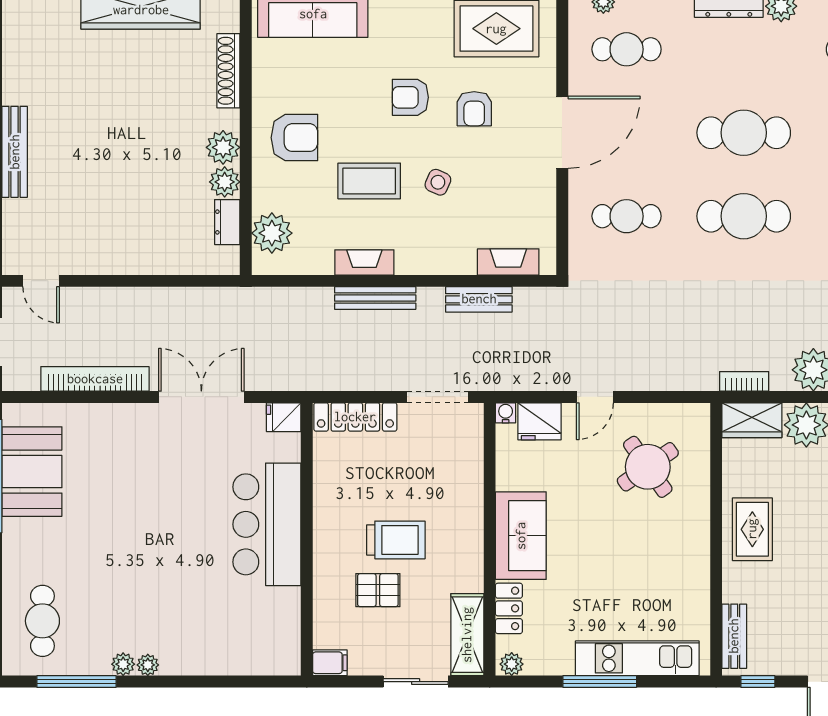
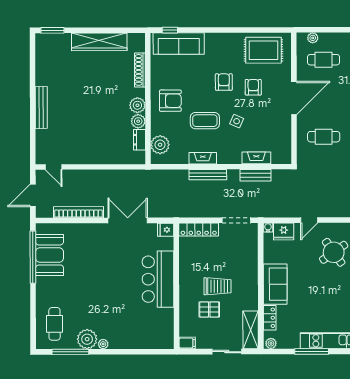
armchair: (410, 97) -> (224, 82), turned 90
armchair: (474, 109) -> (253, 87), turned 180
fireplace: (508, 262) -> (256, 158), moved
plant: (123, 664) -> (87, 339), width x1.88, depth x1.88

